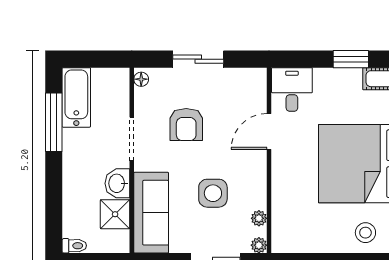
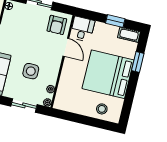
armchair: (186, 125) -> (57, 25), moved
door: (269, 131) -> (66, 47), swing flipped

